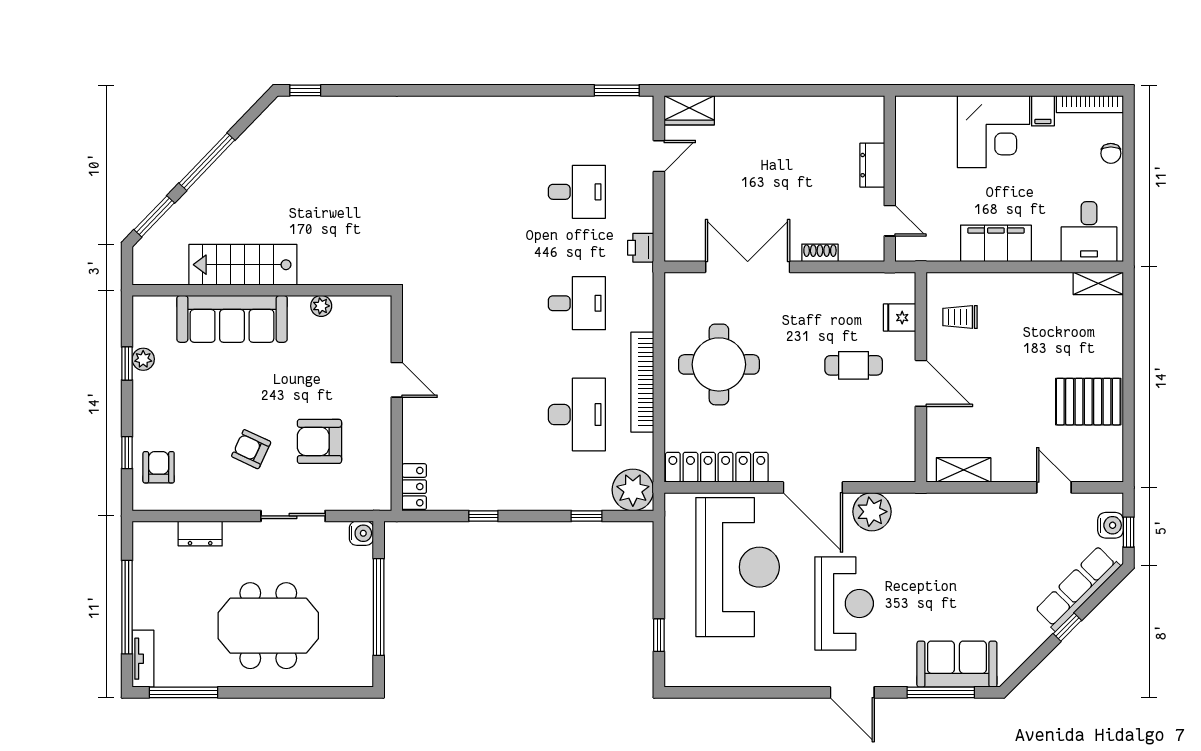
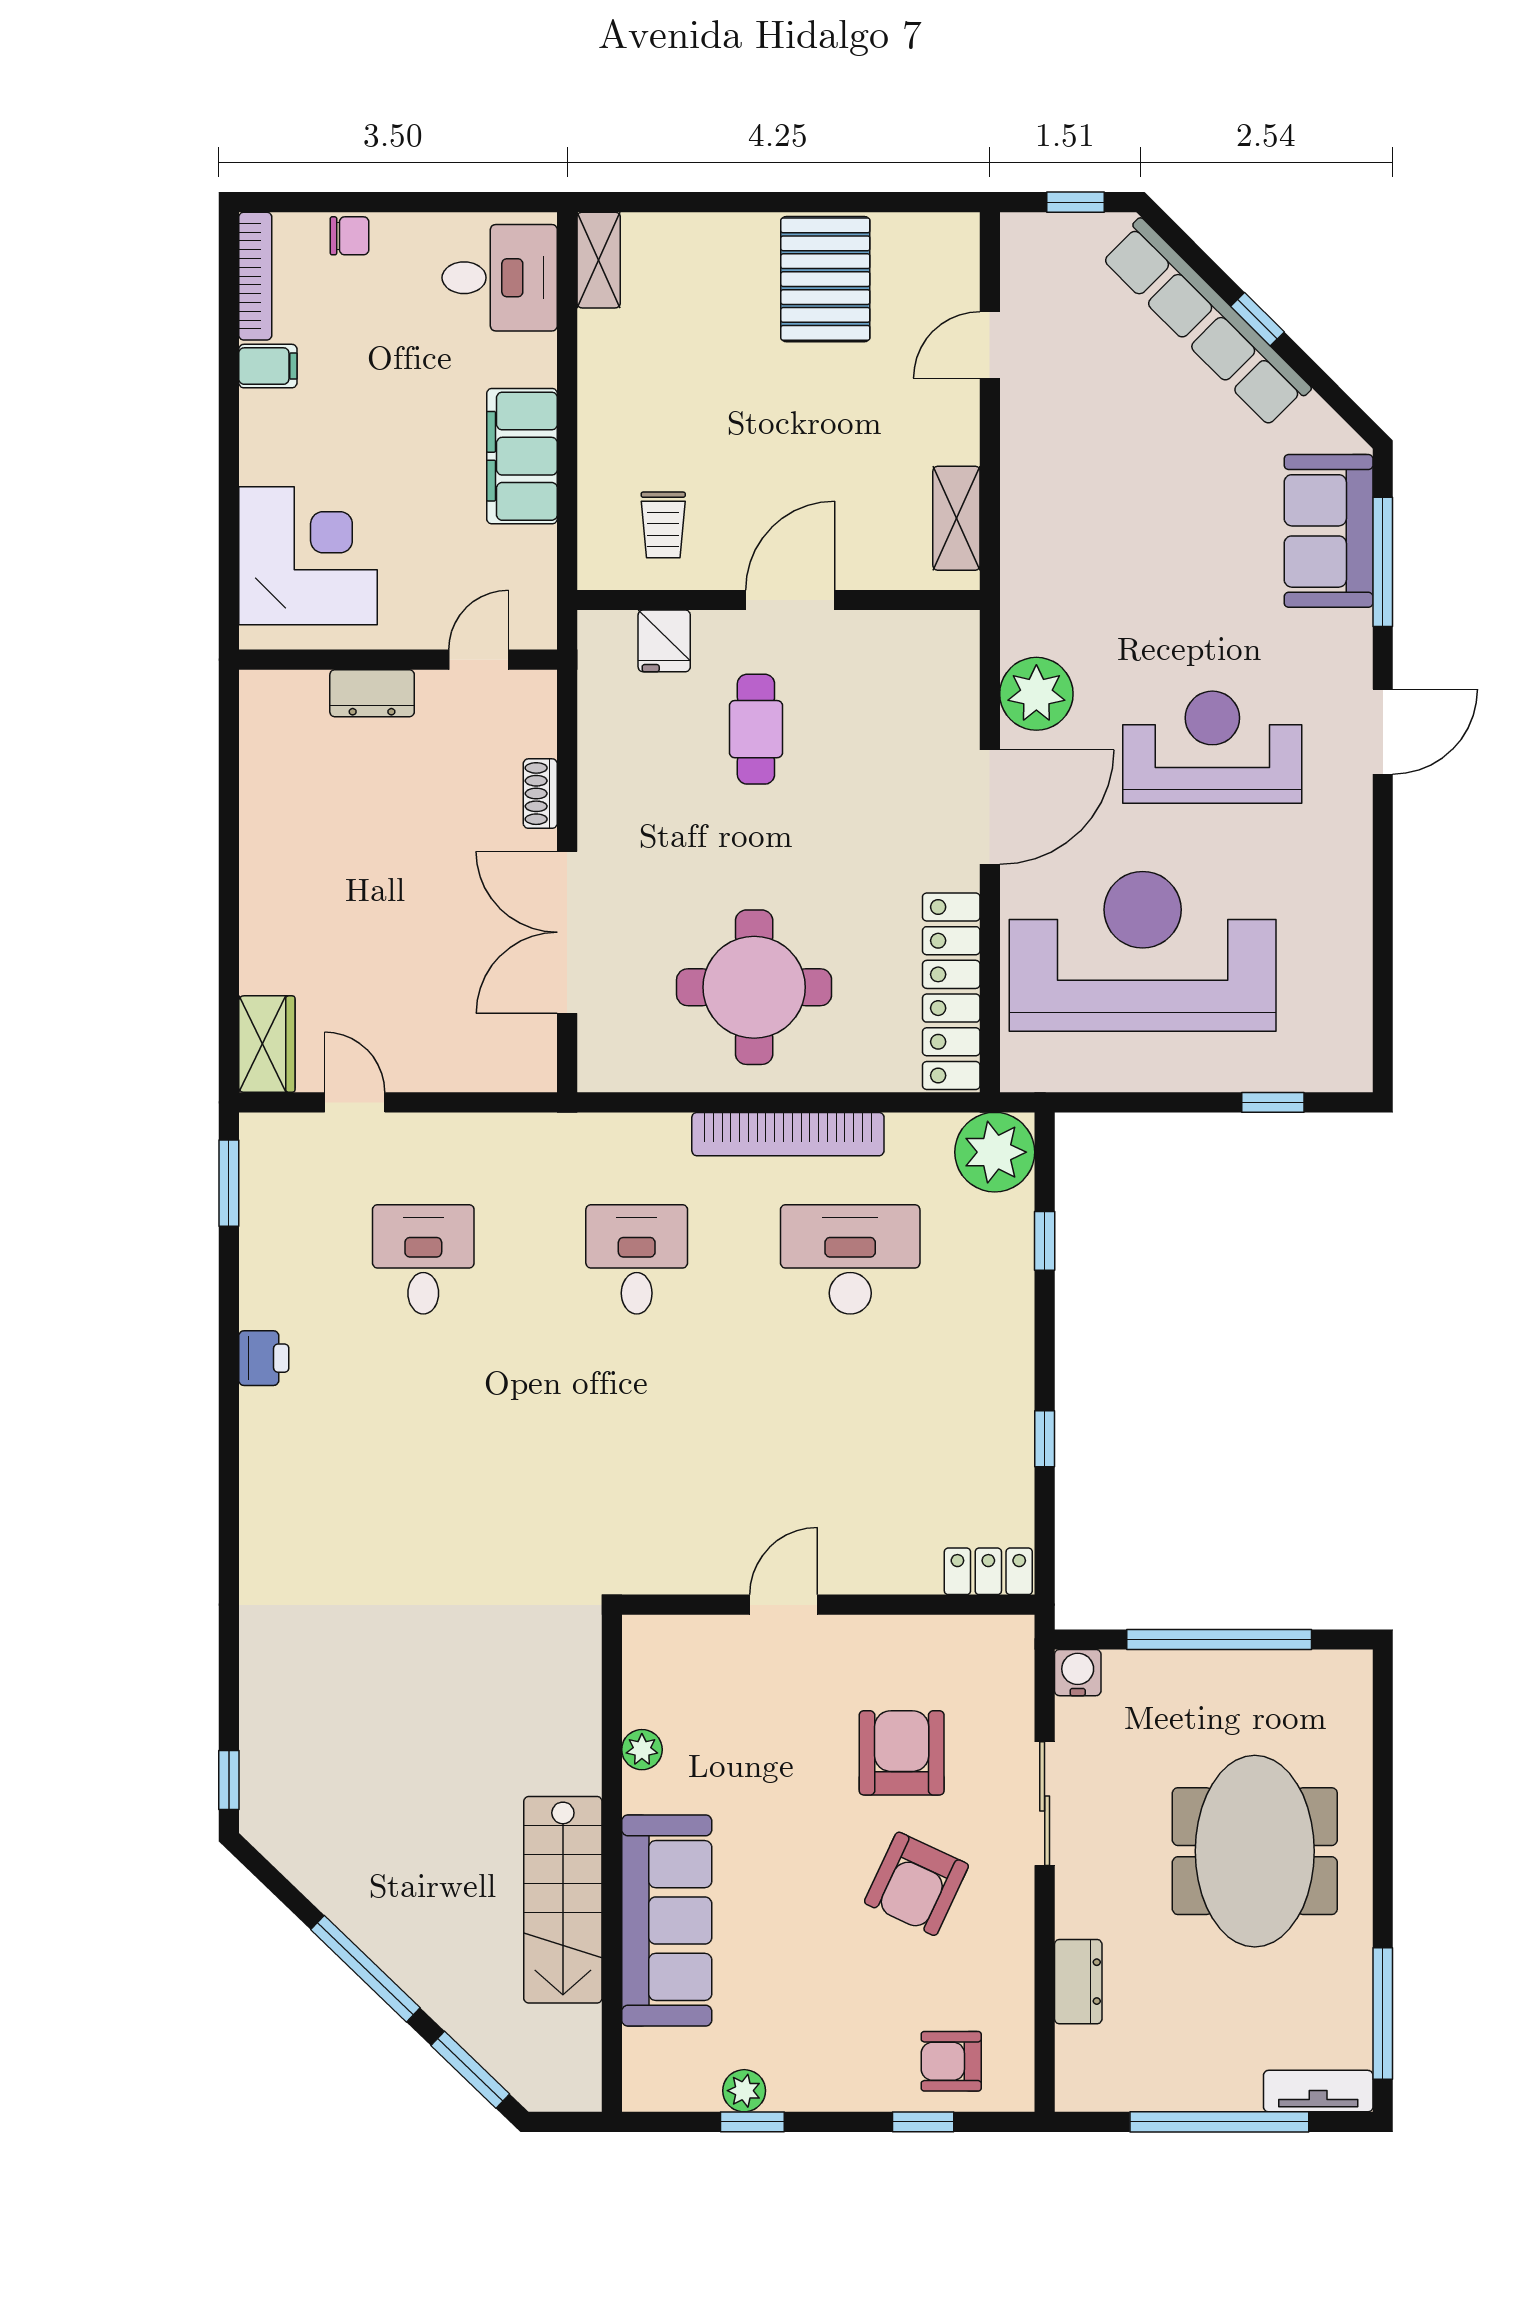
corner desk: (993, 132) -> (308, 556), moved
printer: (641, 248) -> (264, 1358), moved, turned -90
armchair: (319, 441) -> (902, 1753), turned 180
armchair: (251, 449) -> (916, 1884), width x1.38, depth x1.38
water cooler: (1111, 525) -> (1062, 237), removed
row of seats: (1078, 588) -> (1206, 323), width x1.36

